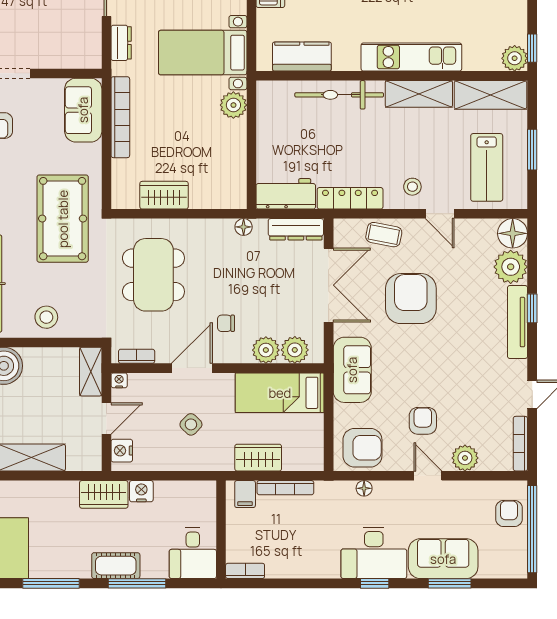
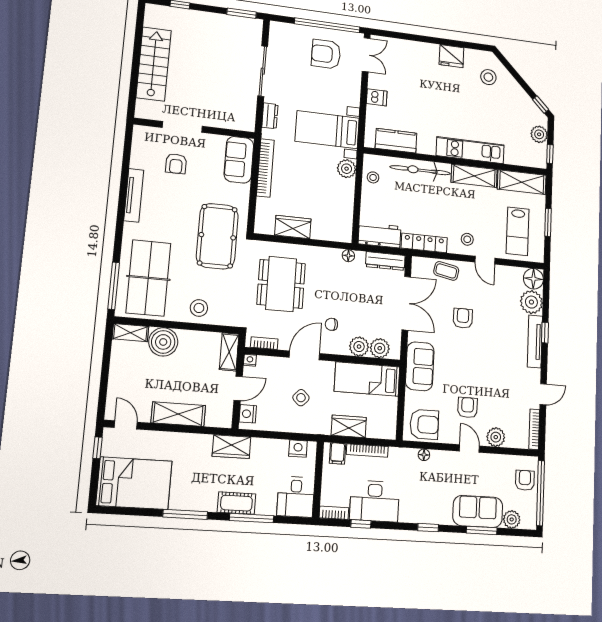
plant: (515, 58) -> (539, 134), moved
stool: (272, 113) -> (373, 177), added
armchair: (411, 299) -> (463, 318), width x0.53, depth x0.53
nightstand: (141, 491) -> (298, 449), moved
desk: (374, 553) -> (375, 501), moved
plant: (492, 567) -> (512, 519), added
window: (282, 583) -> (361, 524), added

